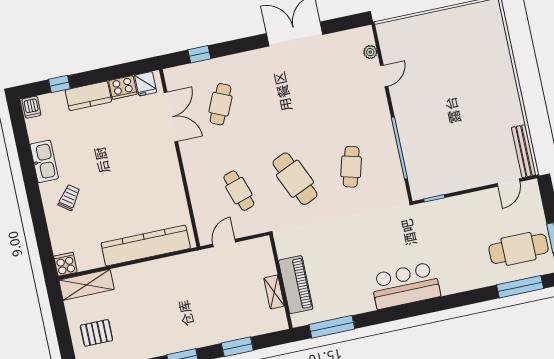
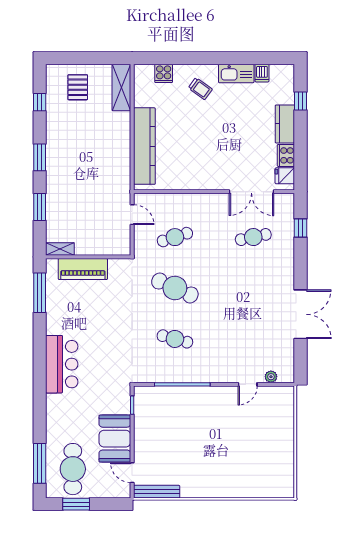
door: (384, 76) -> (248, 384), hinge flipped
cafe table: (220, 104) -> (253, 237), turned -36
dishwasher: (31, 107) -> (262, 73), moved, turned -90
cafe table: (295, 179) -> (175, 288), turned 48
booth: (475, 210) -> (115, 439), added
cooker: (65, 264) -> (164, 73), moved, turned 90
shelving: (274, 292) -> (60, 249), moved

